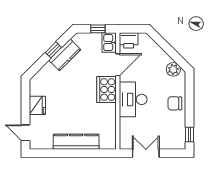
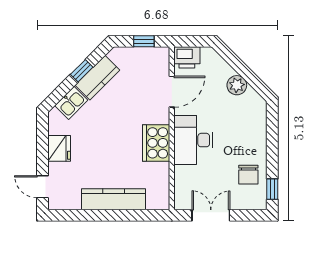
kitchen sink: (109, 43) -> (71, 103), moved, turned -135
plant: (173, 69) -> (237, 85), moved
cooker: (107, 90) -> (156, 143), moved
chair: (175, 103) -> (248, 175), moved, turned -90

